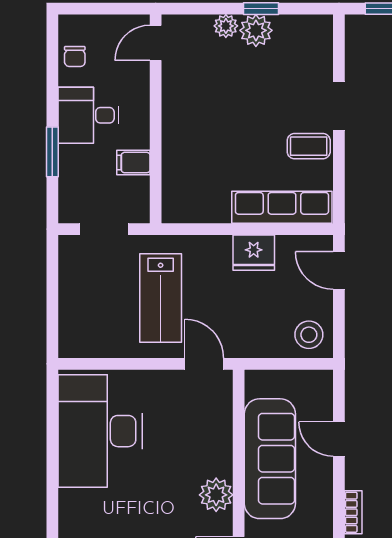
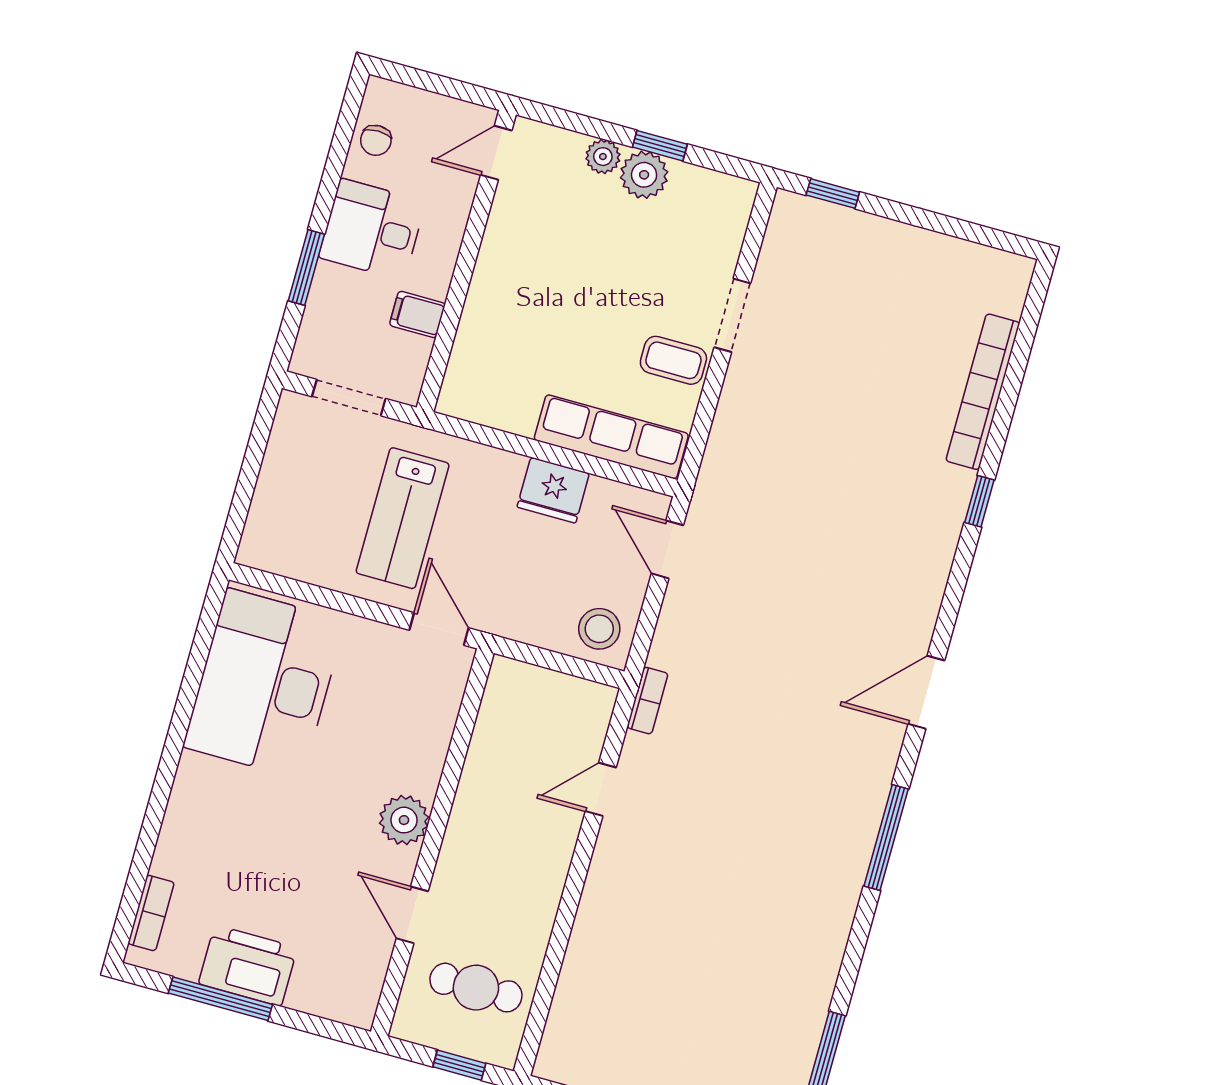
door: (339, 439) -> (601, 789), hinge flipped
sofa: (270, 459) -> (495, 790), removed
bookcase: (353, 512) -> (647, 701), moved

